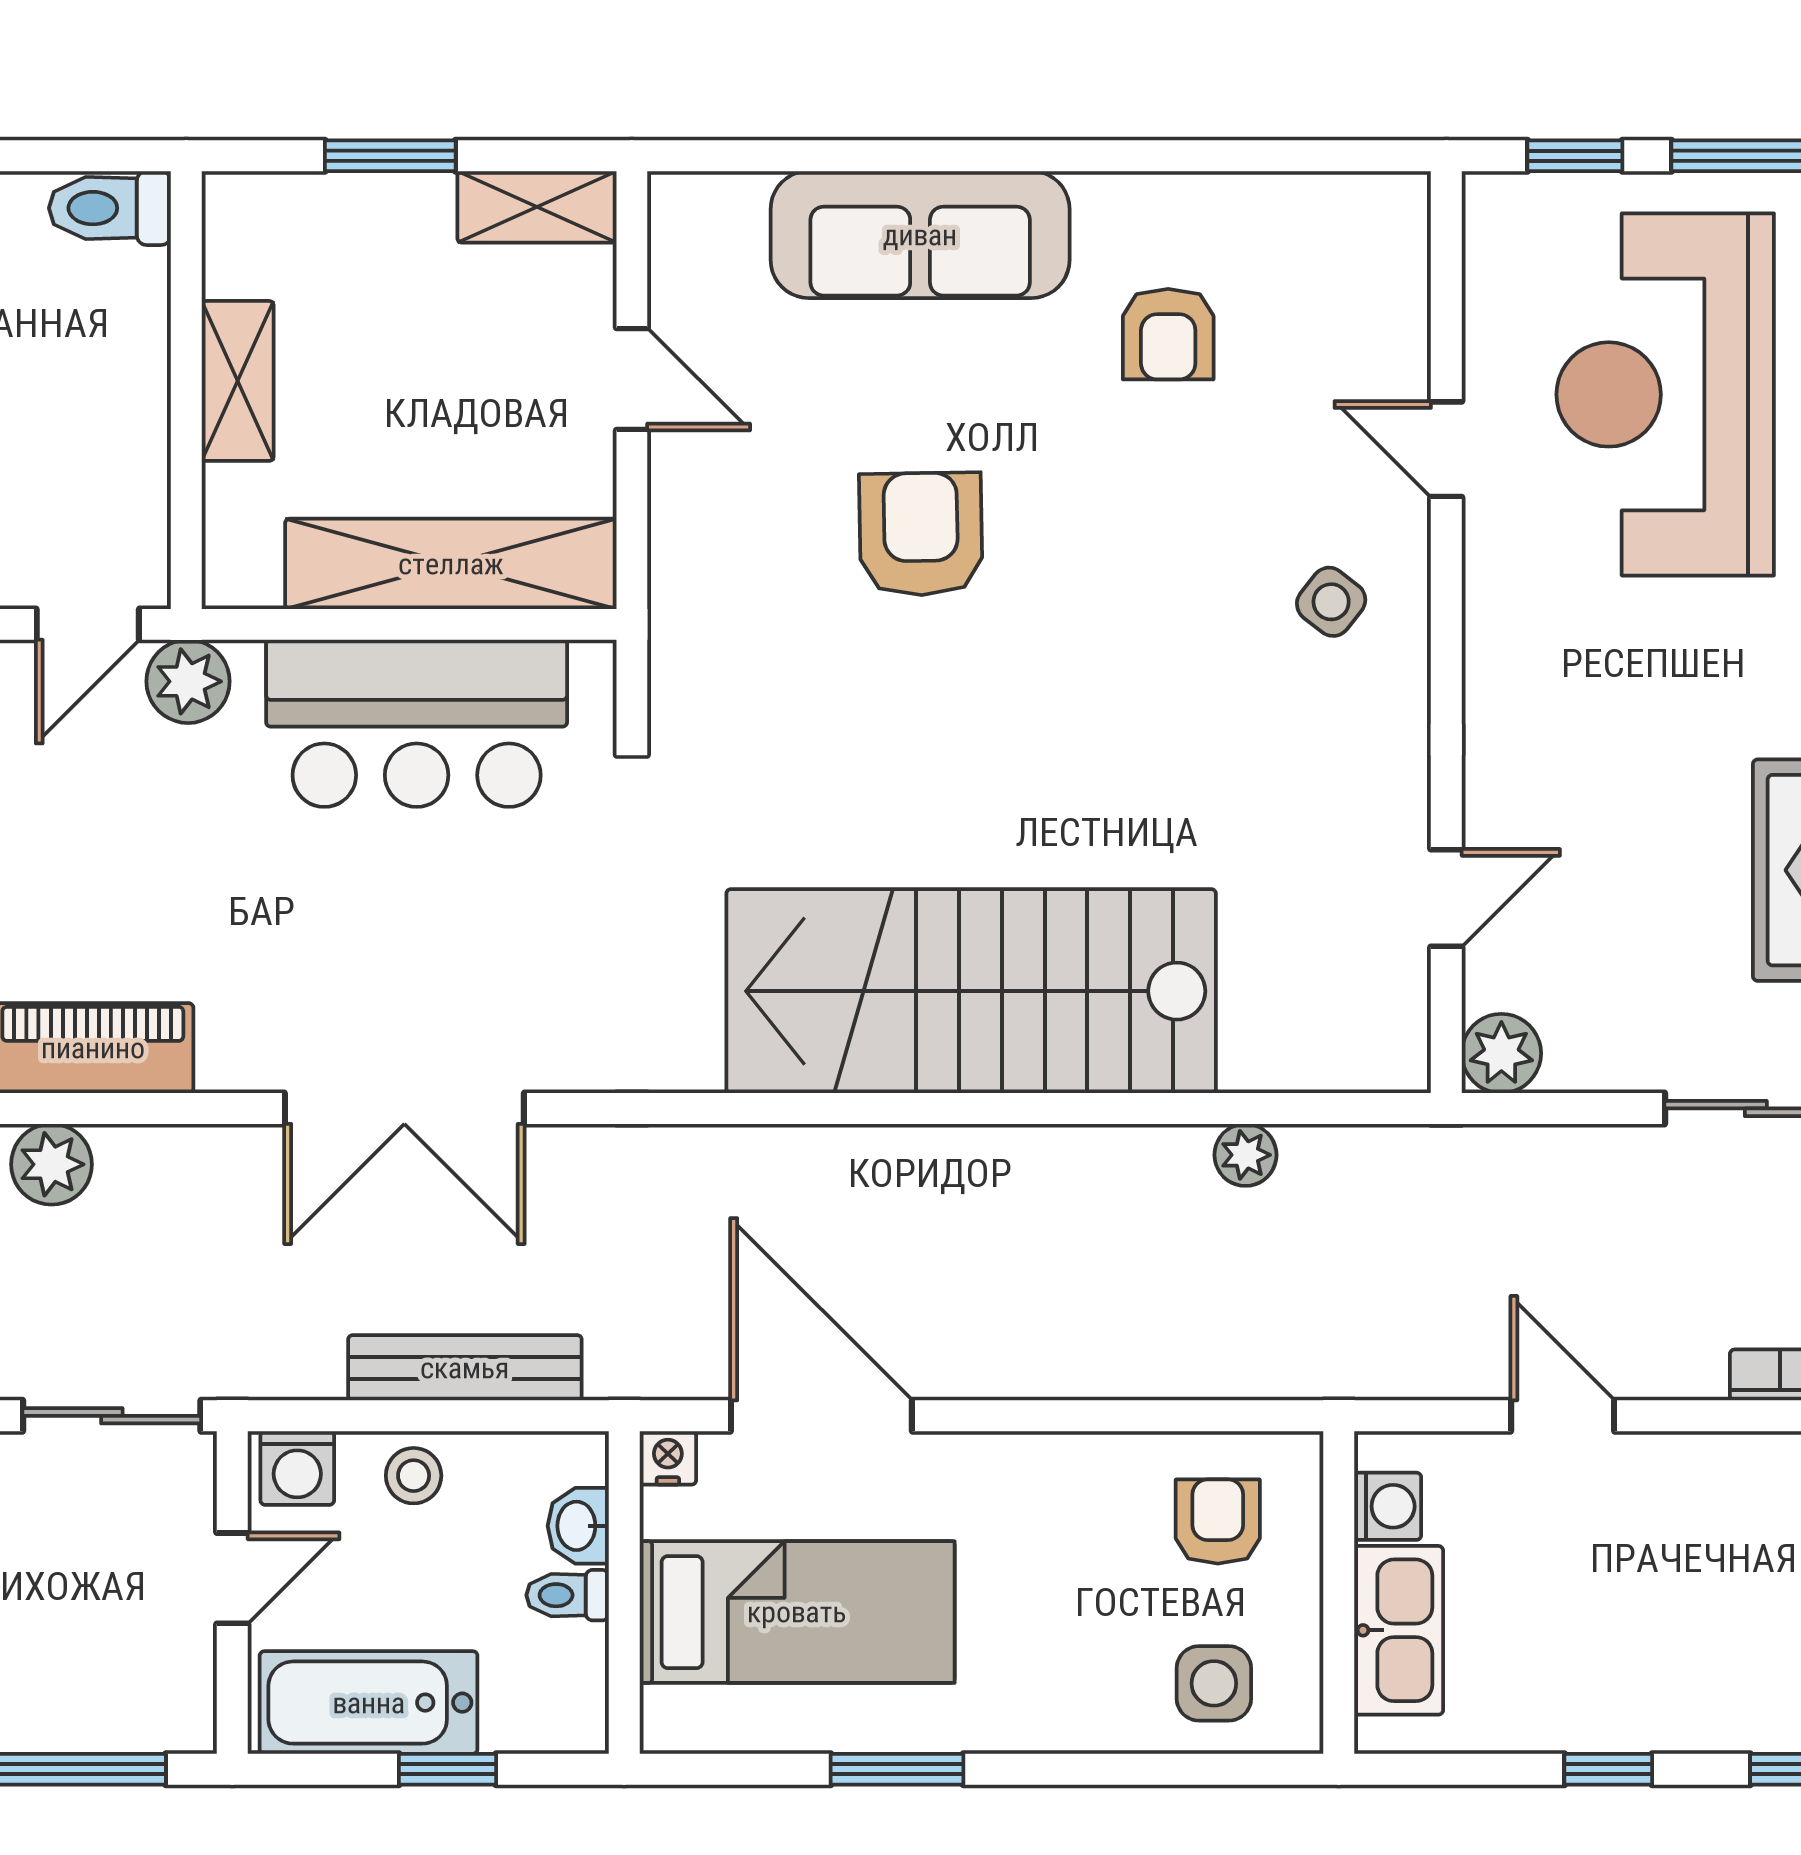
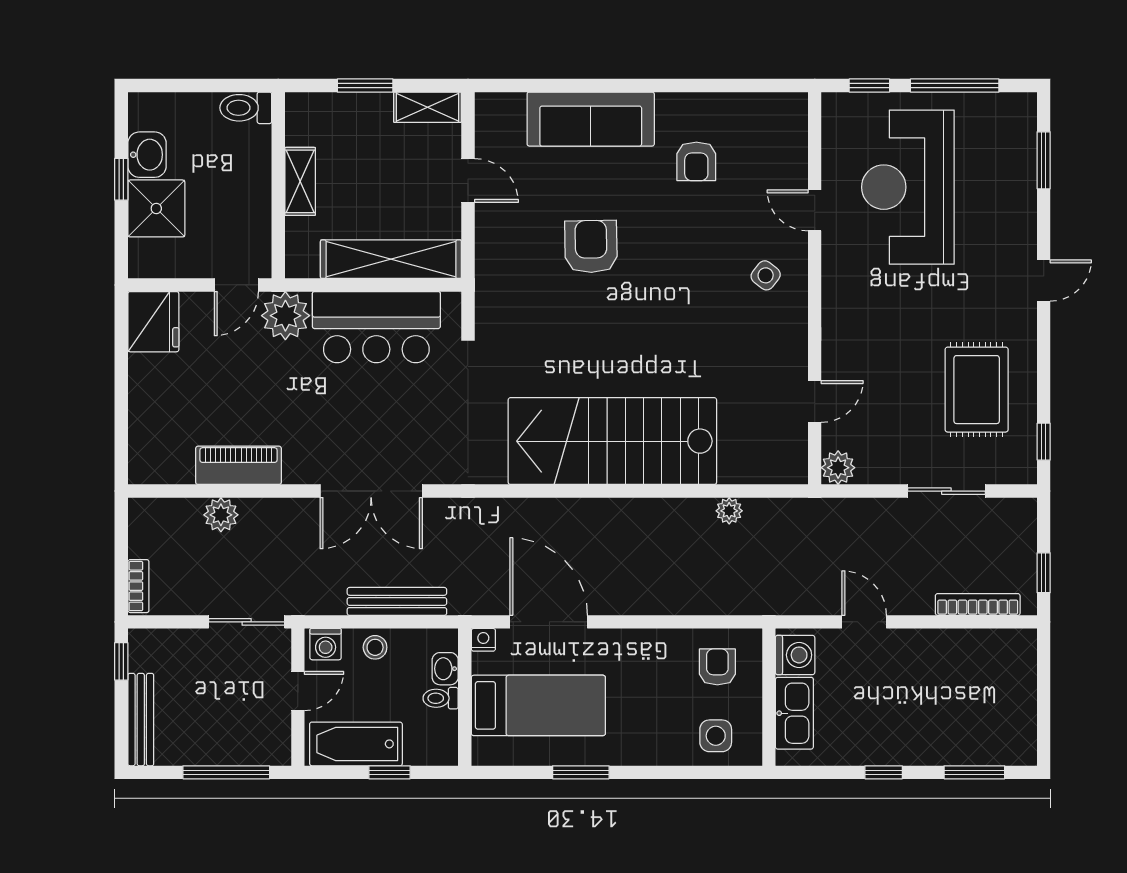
plant: (188, 681) -> (285, 316), width x1.36, depth x1.36
washing machine: (1388, 1506) -> (795, 655), width x1.38, depth x1.38

